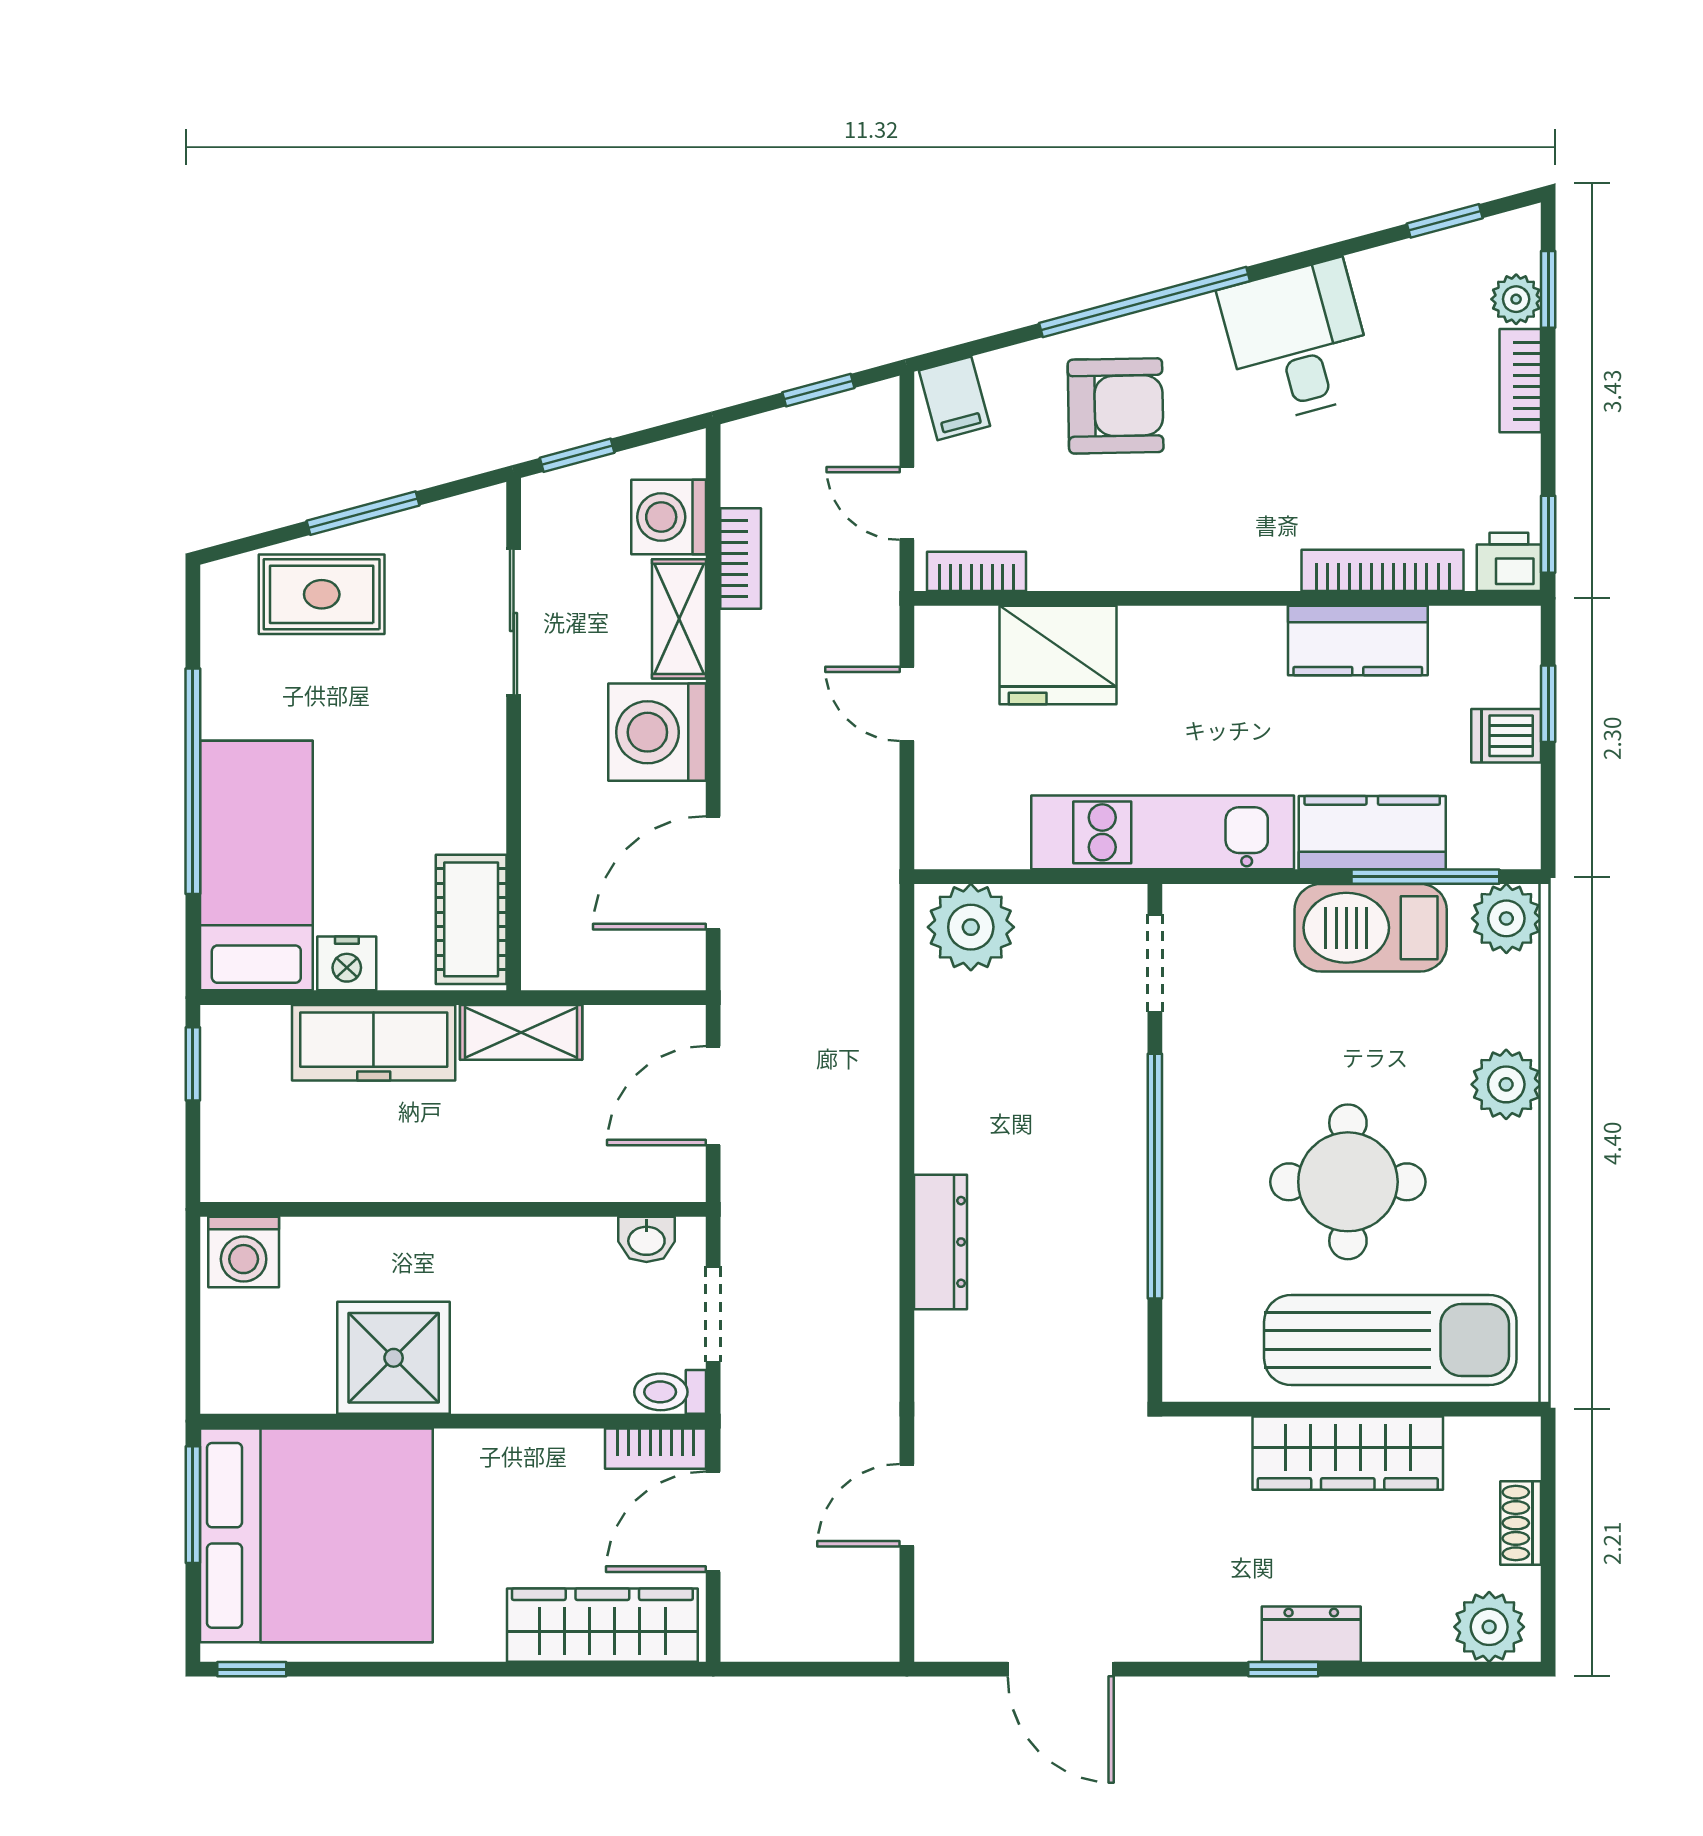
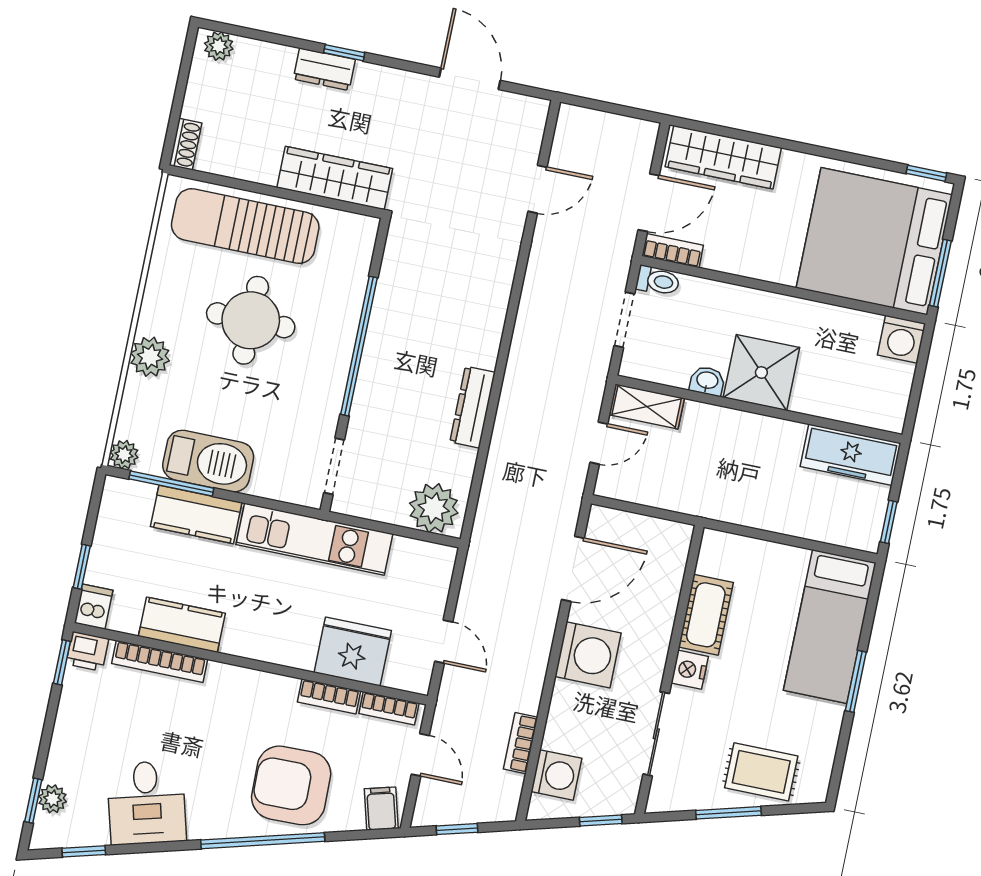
desk: (1297, 341) -> (147, 803), moved
bookcase: (1520, 381) -> (329, 696), moved, turned 90
armchair: (1116, 406) -> (291, 785), width x1.36, depth x1.36
shelving: (679, 619) -> (562, 716), removed
dishwasher: (1506, 736) -> (94, 607), moved, turned -90
window: (193, 781) -> (856, 681), width x0.47
plant: (1506, 918) -> (124, 455), width x0.73, depth x0.73
cot: (471, 919) -> (706, 615), moved
nightstand: (347, 963) -> (690, 670), moved, turned -90
shelving: (521, 1032) -> (647, 406), moved
freezer: (374, 1043) -> (850, 455), moved, turned 180
door: (713, 1096) -> (599, 443), width x0.73
washbasin: (646, 1239) -> (707, 381), moved
dresser: (940, 1242) -> (473, 407), moved
washing machine: (244, 1252) -> (902, 339), moved, turned 180
shower: (394, 1358) -> (761, 373), moved
wardrobe: (1348, 1453) -> (335, 178), moved
shoe rack: (1521, 1523) -> (185, 144), moved
plant: (1489, 1627) -> (219, 46), width x0.73, depth x0.73

